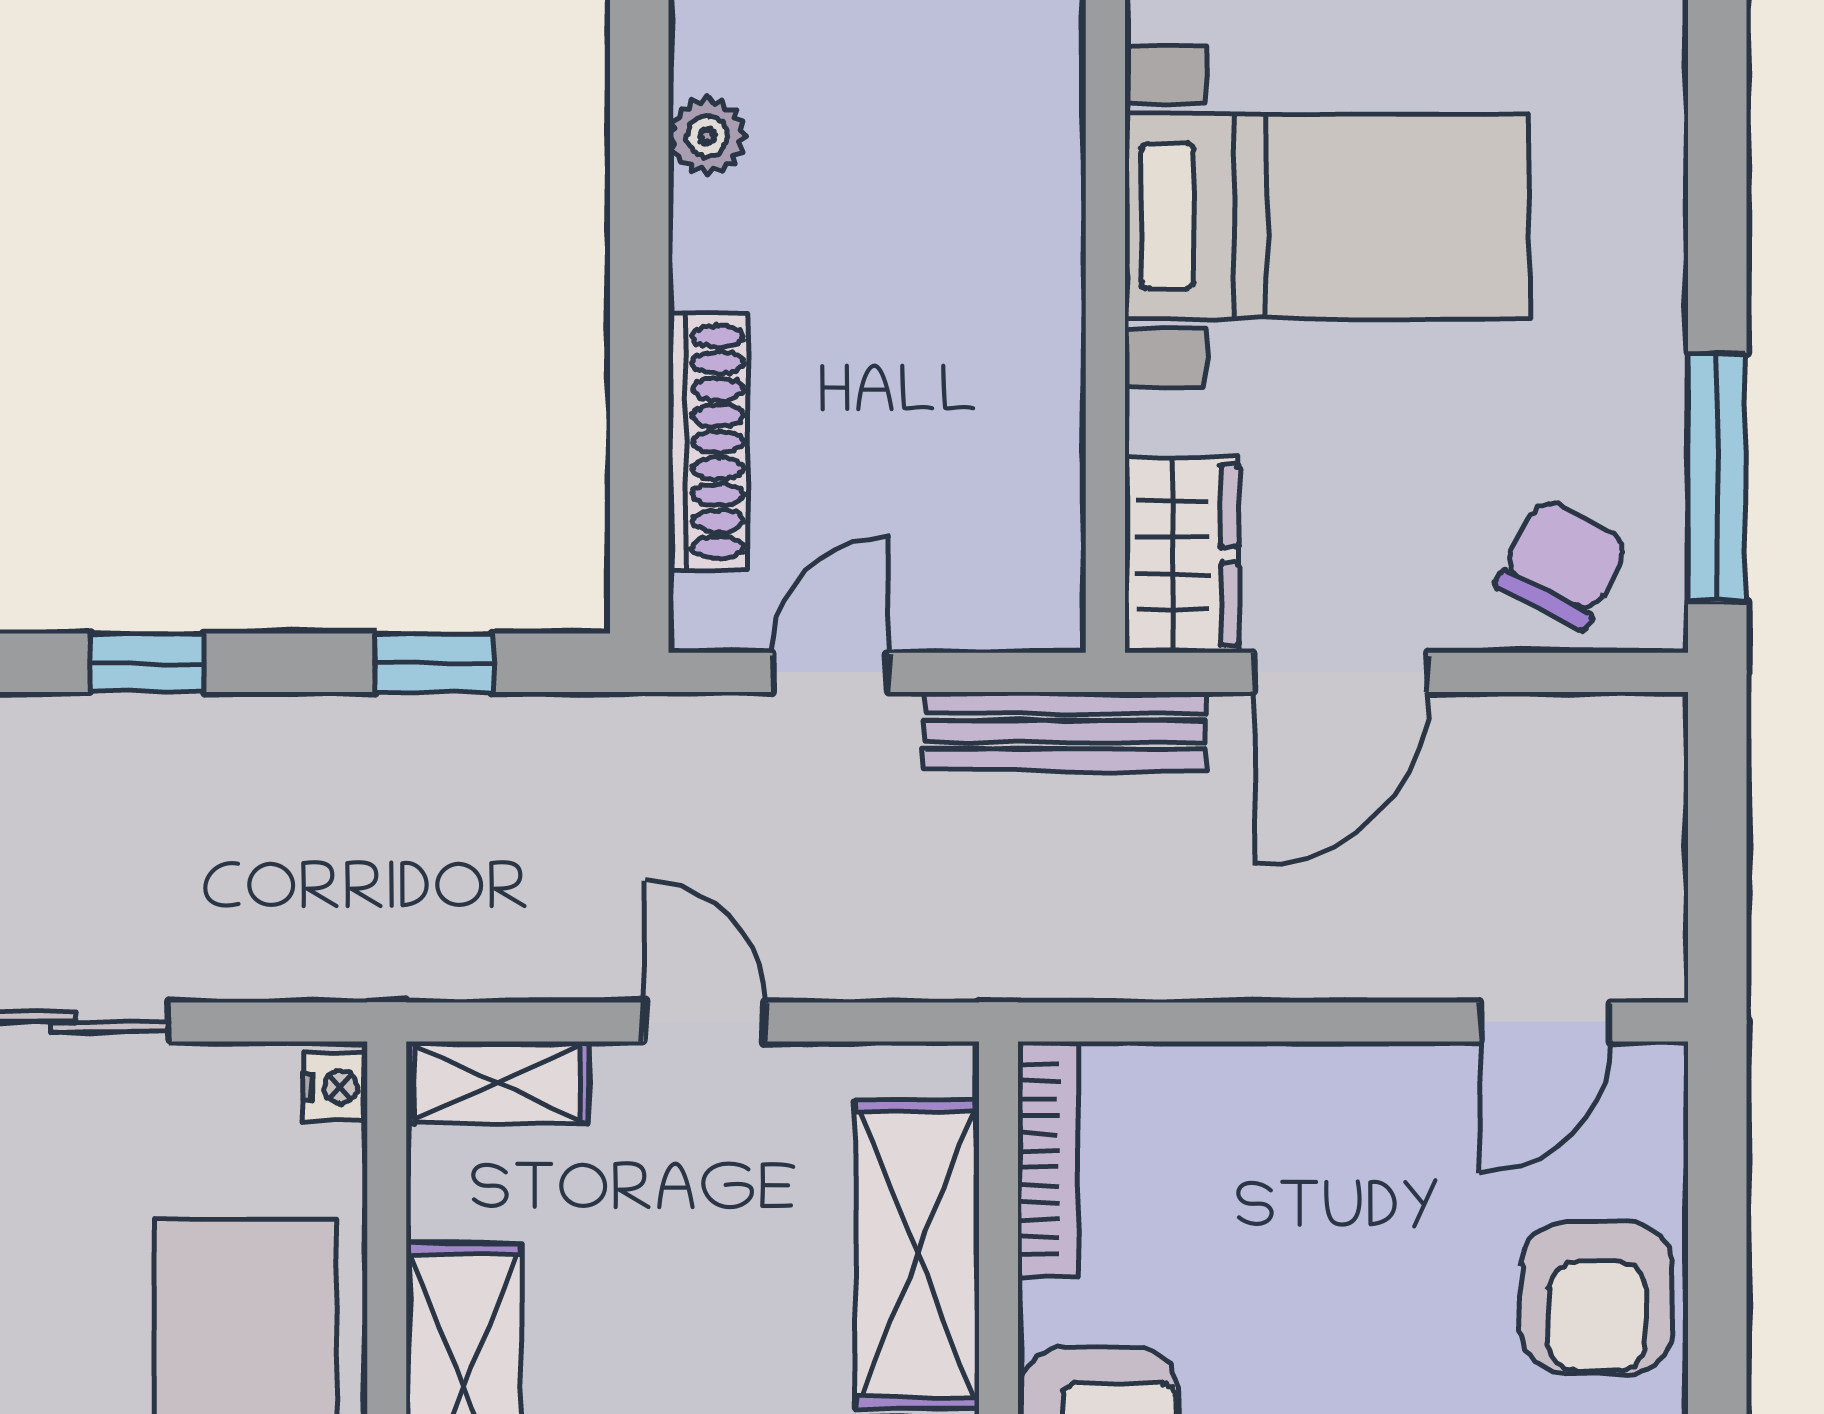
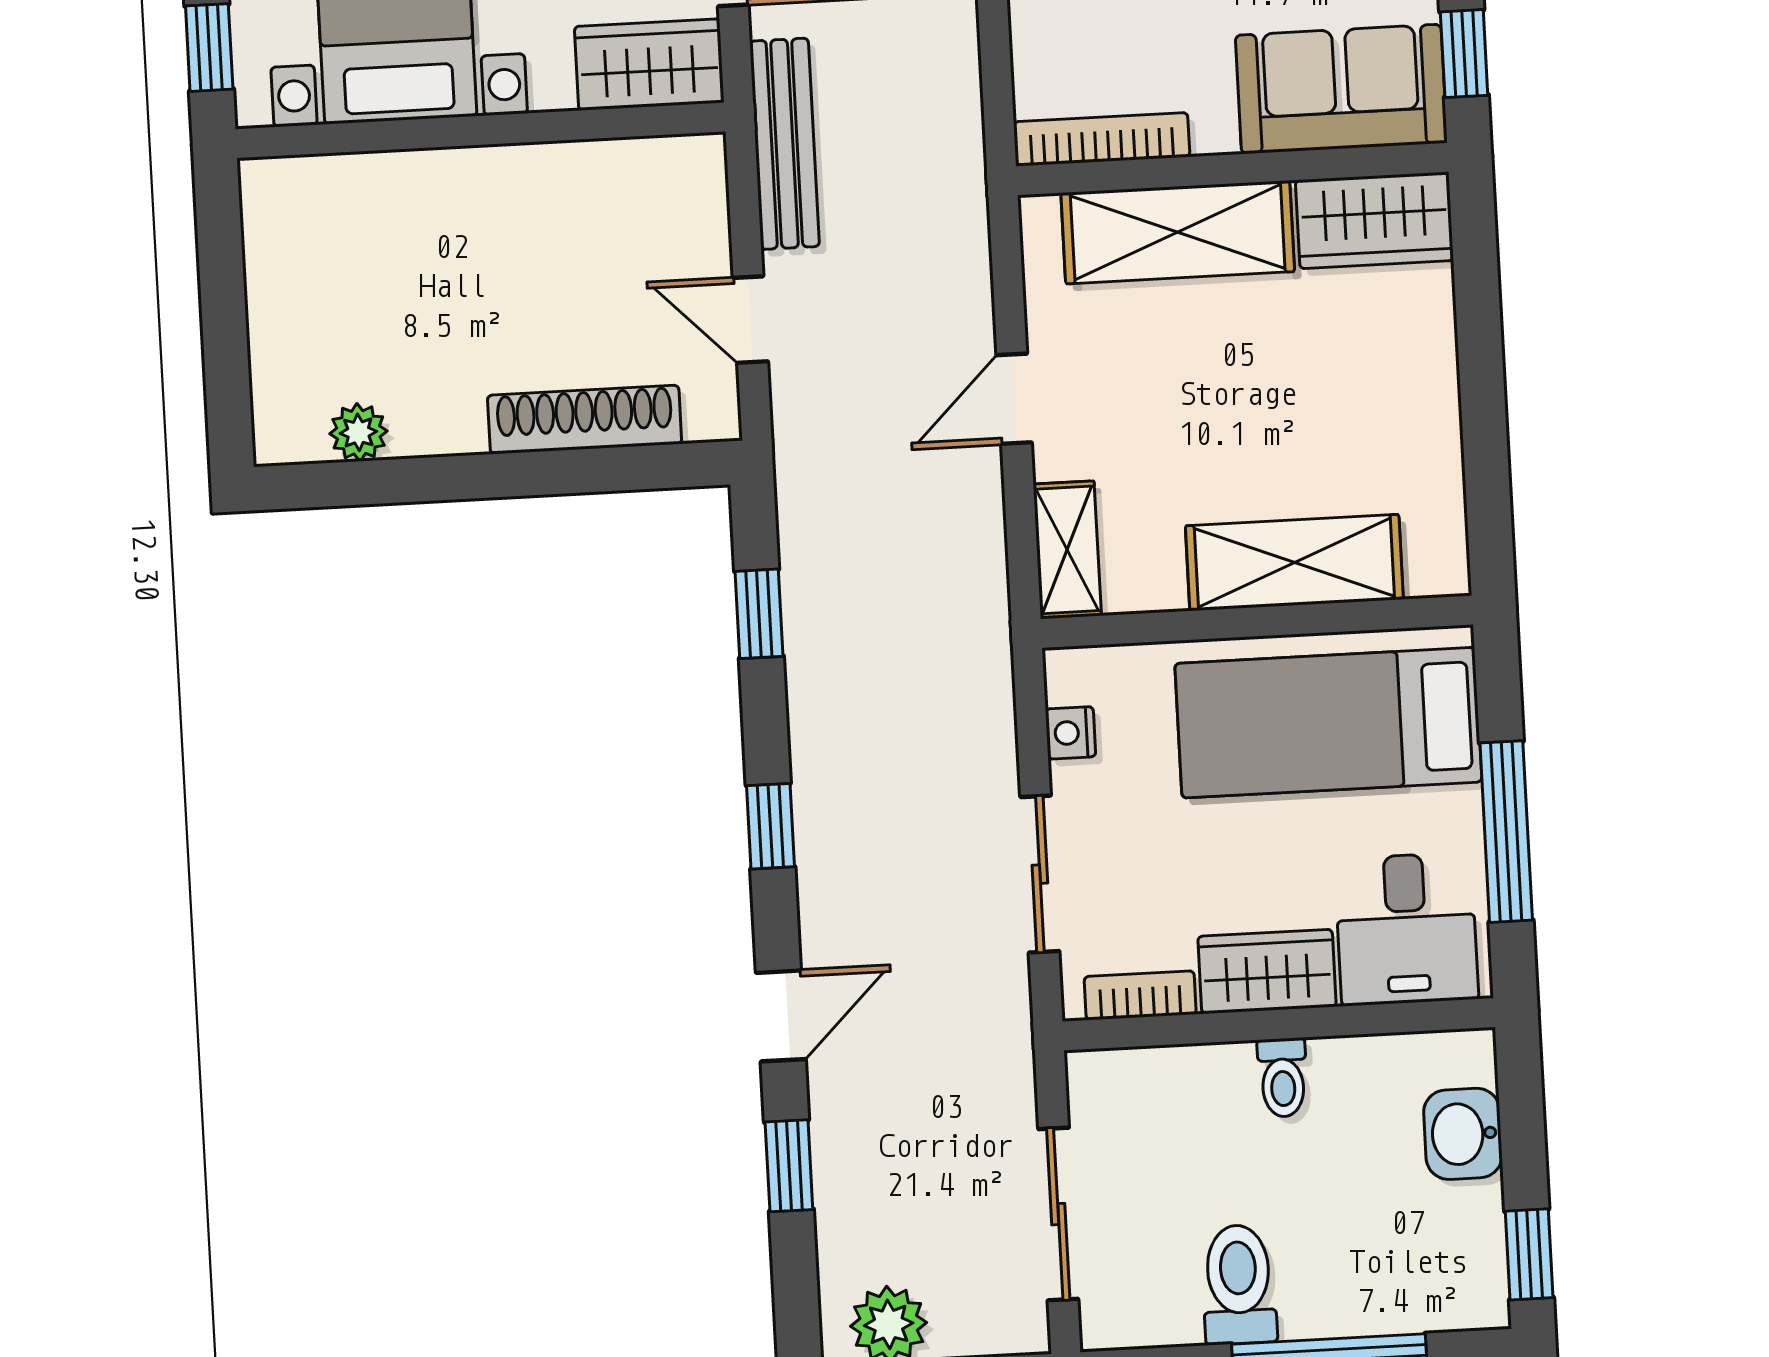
nightstand: (335, 1087) -> (1071, 733), moved, turned -90

